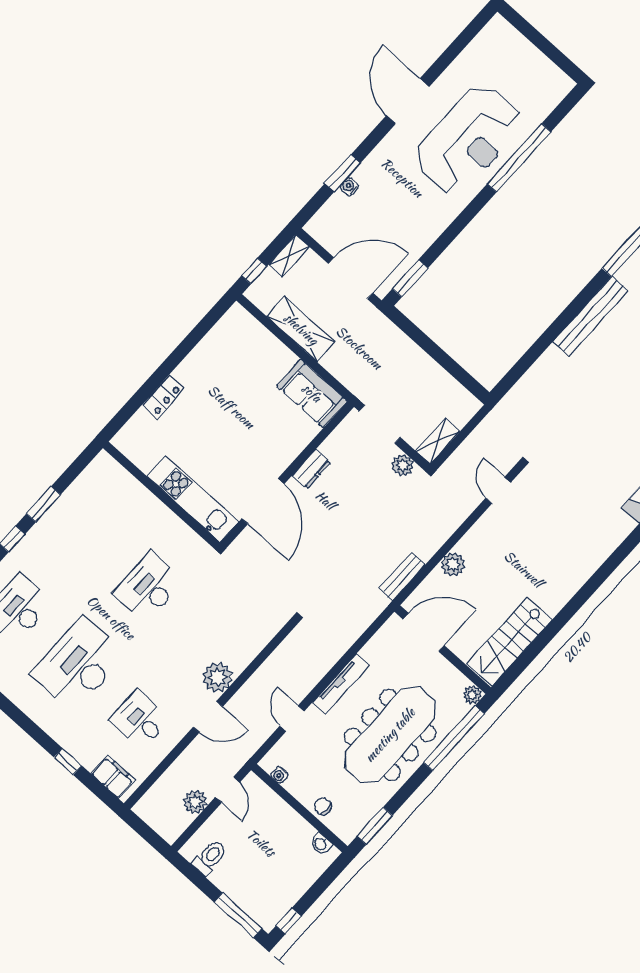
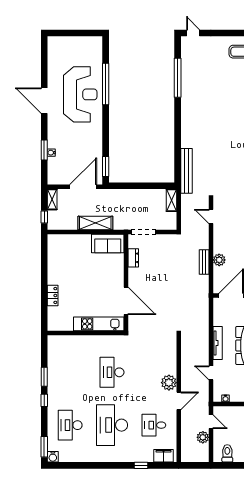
bench: (591, 316) -> (186, 171), moved
shelving: (301, 329) -> (95, 223), moved
shelving: (438, 441) -> (171, 200), moved
plant: (403, 465) -> (166, 240), removed
dresser: (311, 469) -> (133, 258), moved
bench: (402, 577) -> (204, 262), moved

